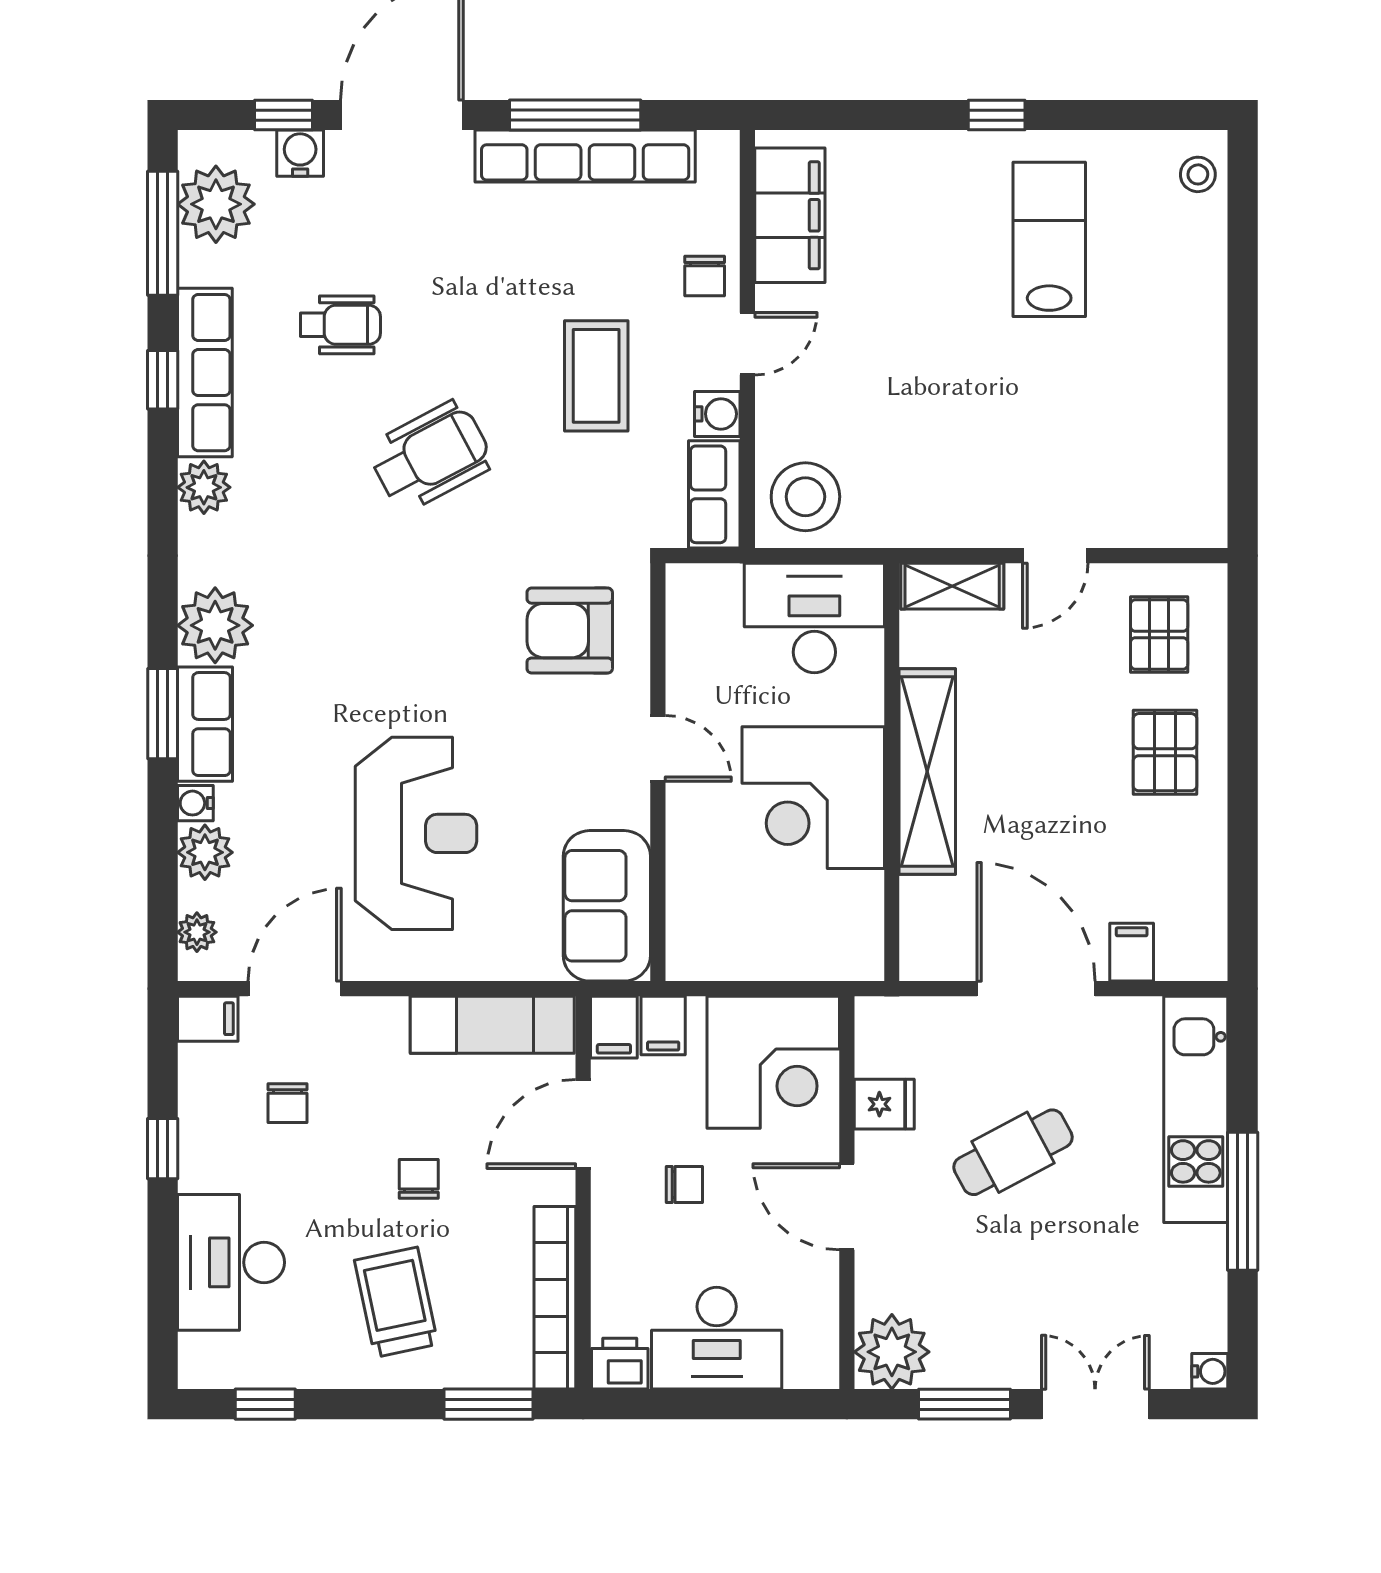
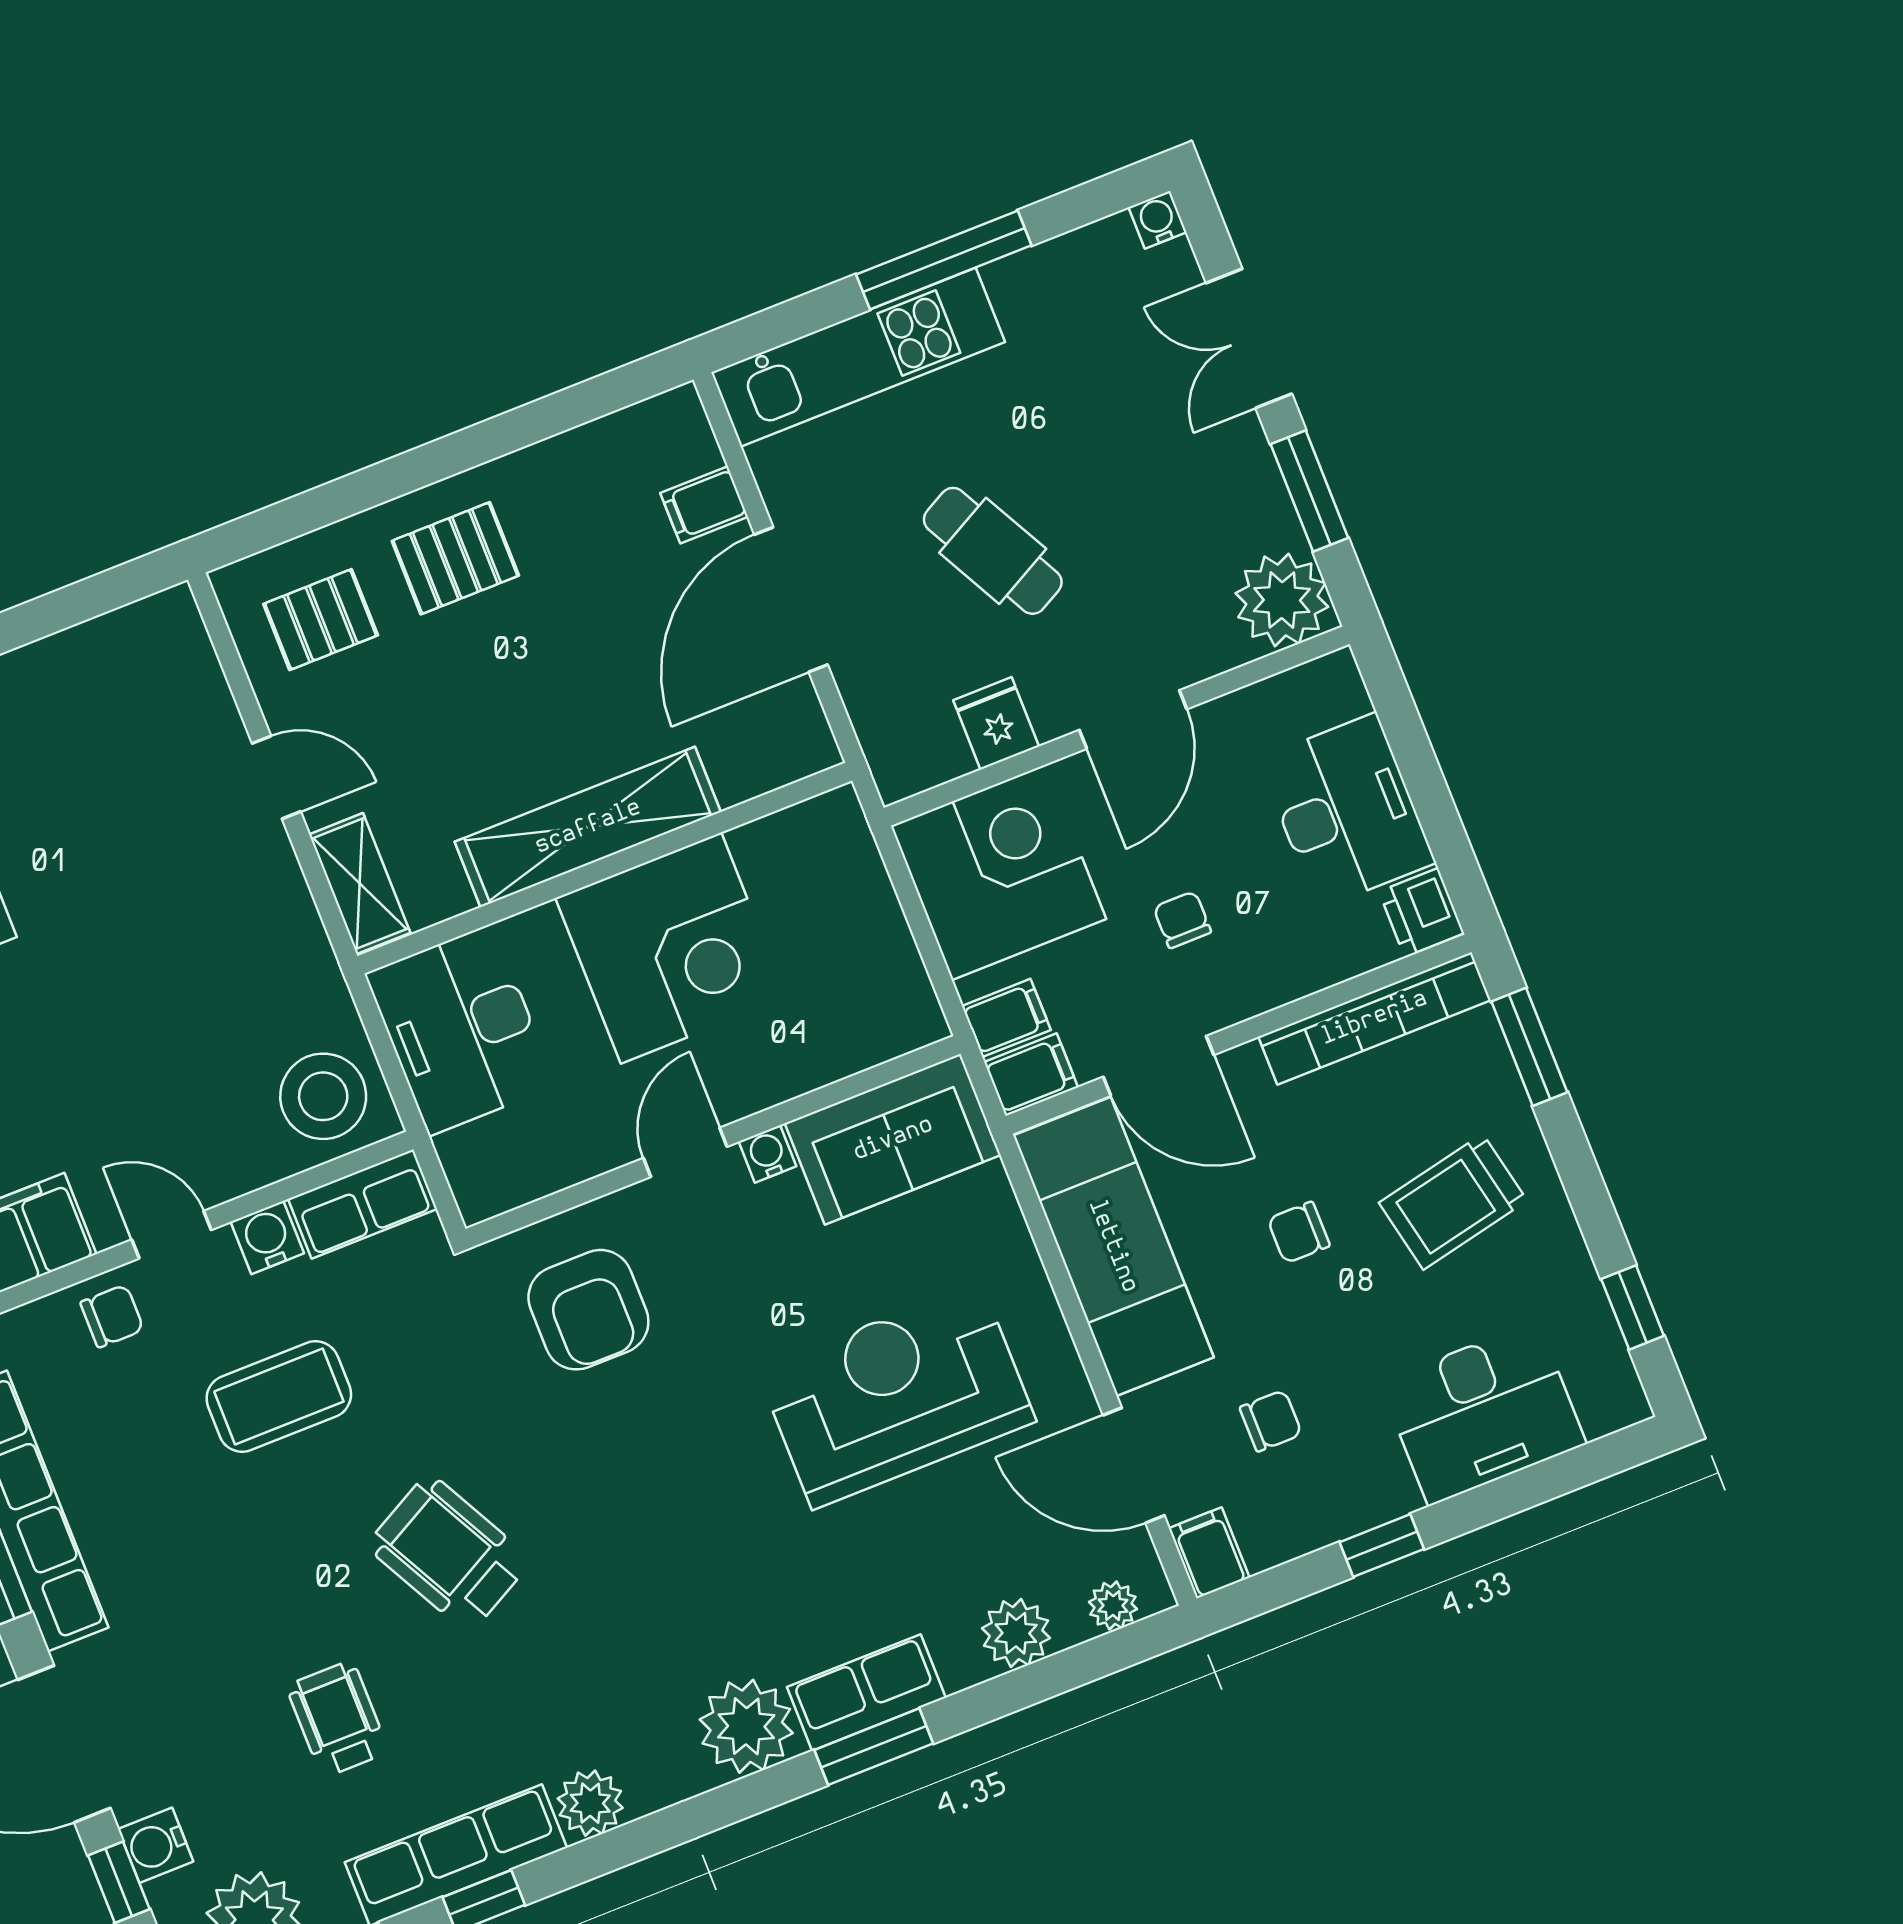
water cooler: (195, 803) -> (767, 1154), moved, turned 180
exam couch: (492, 1025) -> (1113, 1246), width x1.36, depth x1.45

